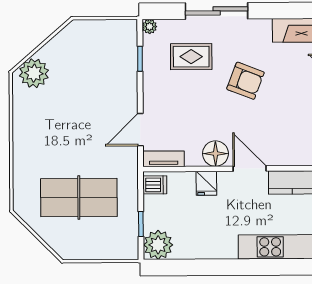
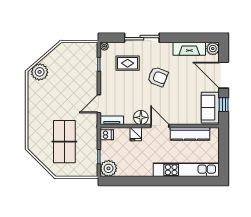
table tennis table: (79, 198) -> (64, 142), turned 90

